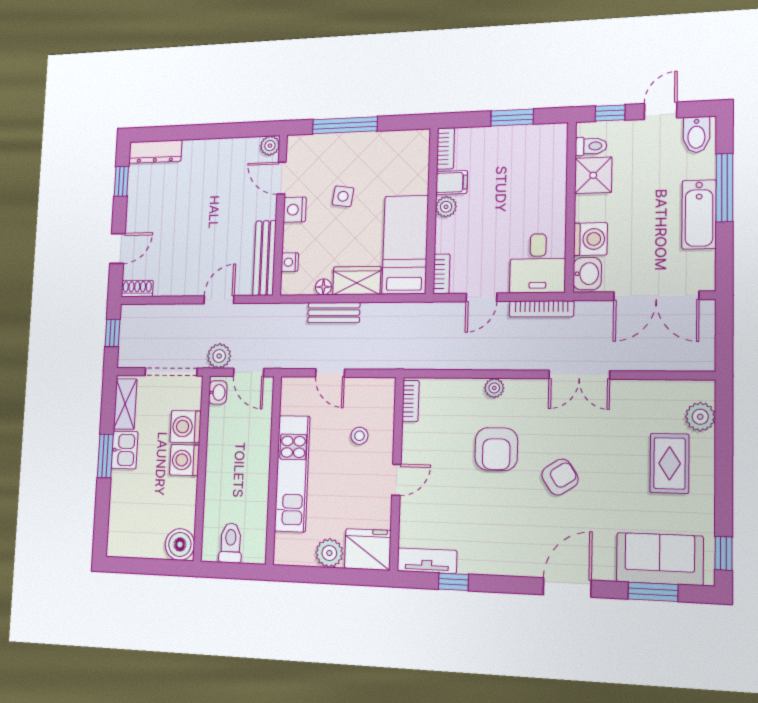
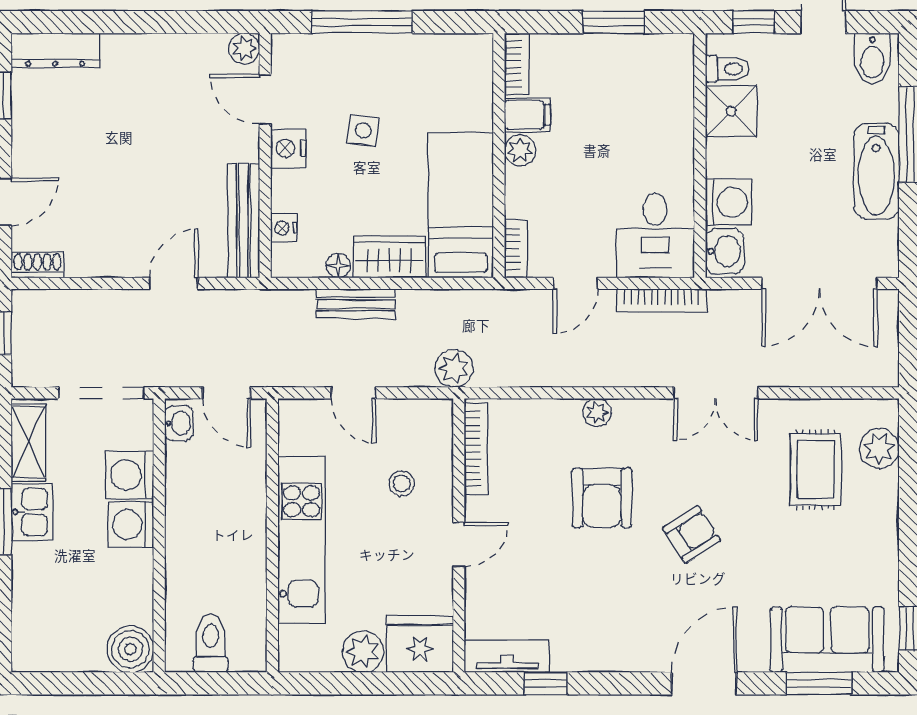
plant: (219, 356) -> (454, 369), moved
bookcase: (411, 401) -> (476, 449), width x1.56
rug: (670, 463) -> (815, 470), moved

